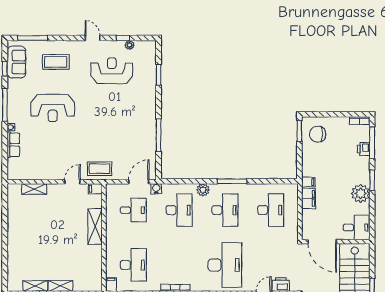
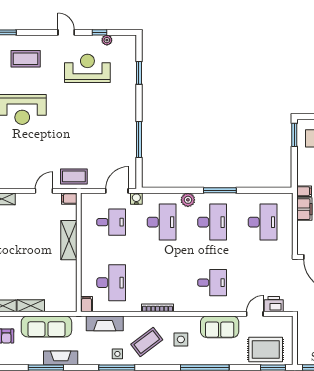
desk: (225, 265) -> (212, 283), width x0.53, depth x0.77

